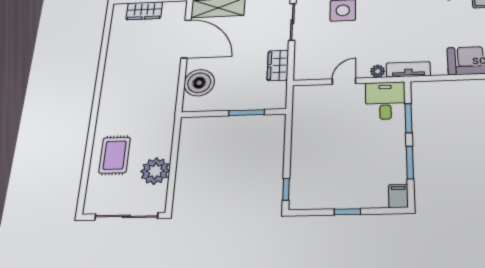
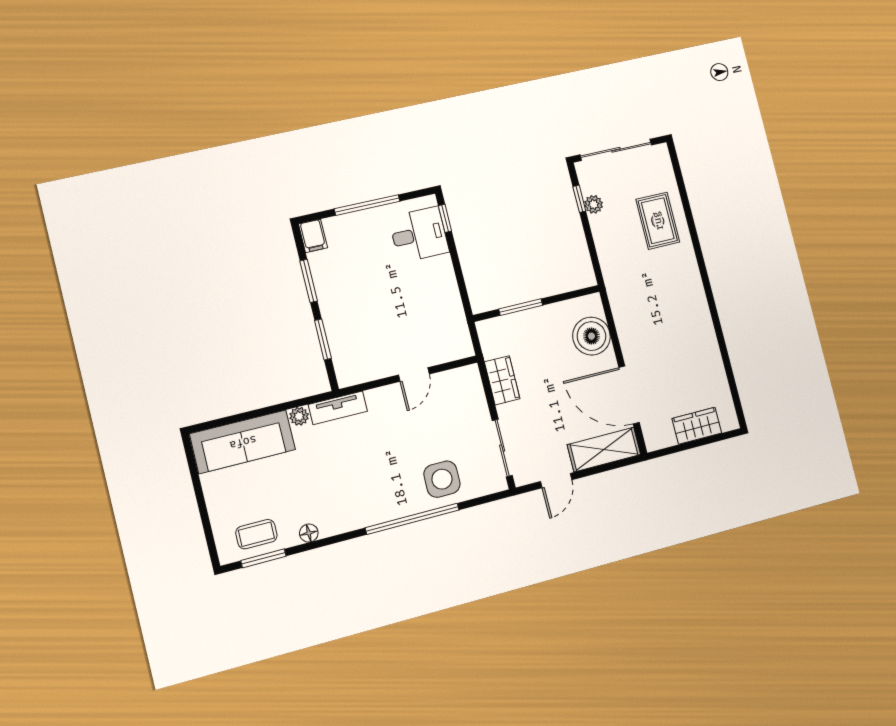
plant: (378, 71) -> (299, 416), moved
desk: (385, 101) -> (419, 235), moved, turned -90
plant: (155, 171) -> (594, 204), width x0.53, depth x0.53
window: (171, 184) -> (579, 199), added
window: (347, 212) -> (367, 205), width x2.17

